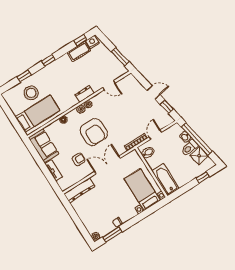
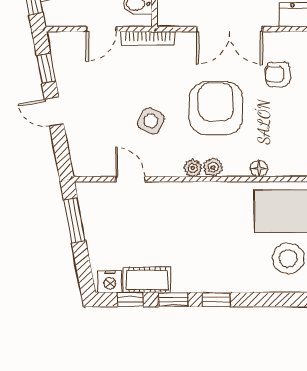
window: (24, 76) -> (173, 300), moved
dresser: (84, 94) -> (188, 192), removed
side table: (115, 112) -> (151, 121), added

